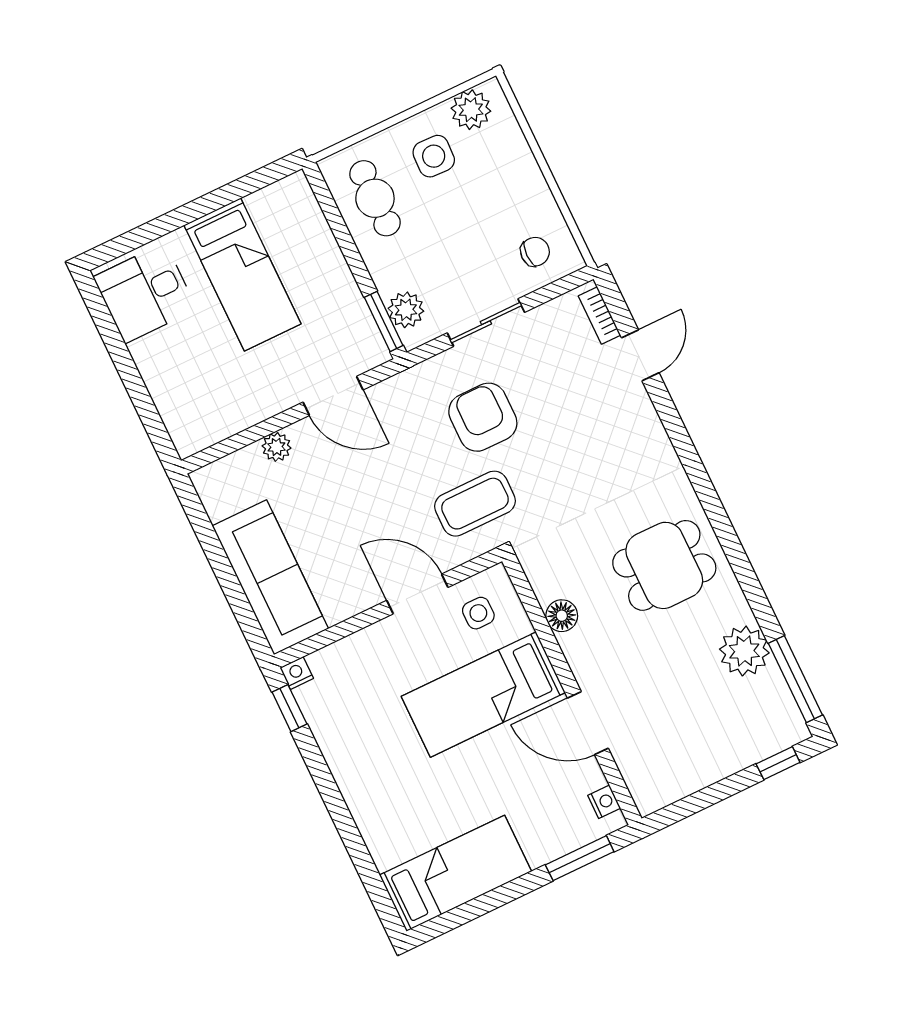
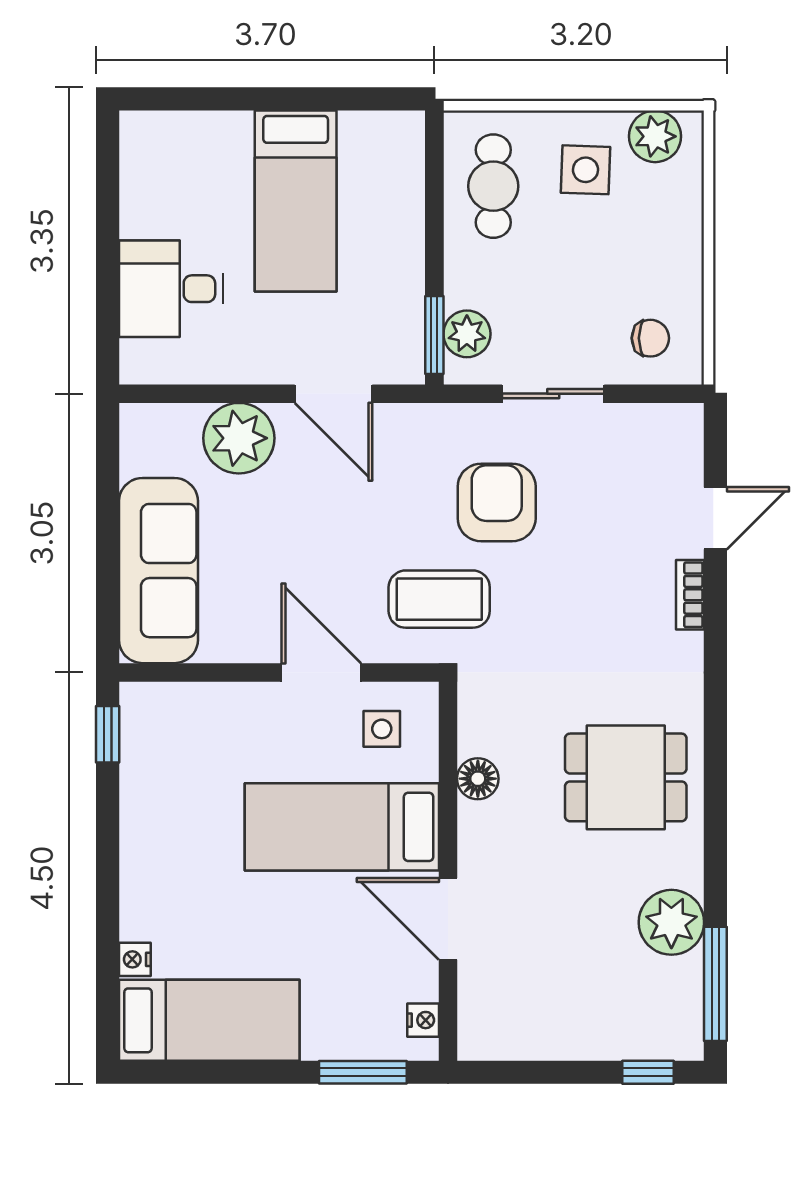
desk: (145, 293) -> (171, 289), moved
bookcase: (599, 315) -> (690, 595), moved
plant: (277, 447) -> (239, 438), width x1.88, depth x1.88
nightstand: (297, 673) -> (135, 959), moved, turned -90

